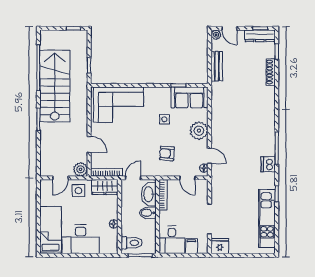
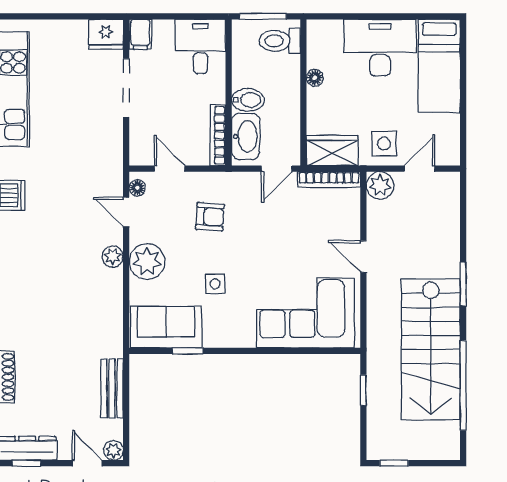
plant: (216, 133) -> (113, 256), added
door: (89, 144) -> (363, 257), moved
filing cabinet: (191, 246) -> (140, 34), moved

